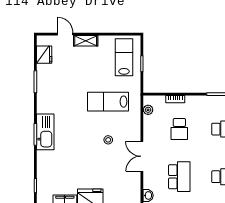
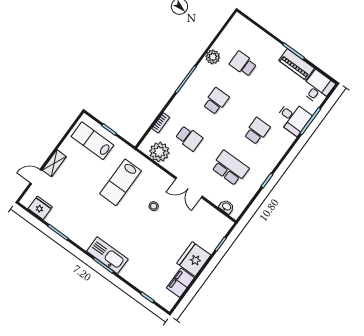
plant: (148, 110) -> (159, 152), width x1.88, depth x1.88

